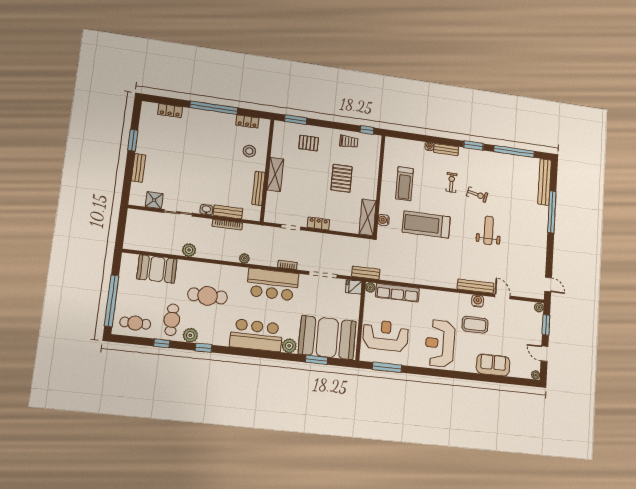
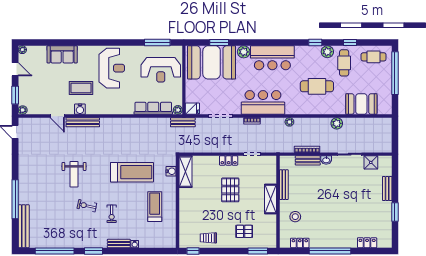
pallet: (342, 178) -> (230, 190), moved

